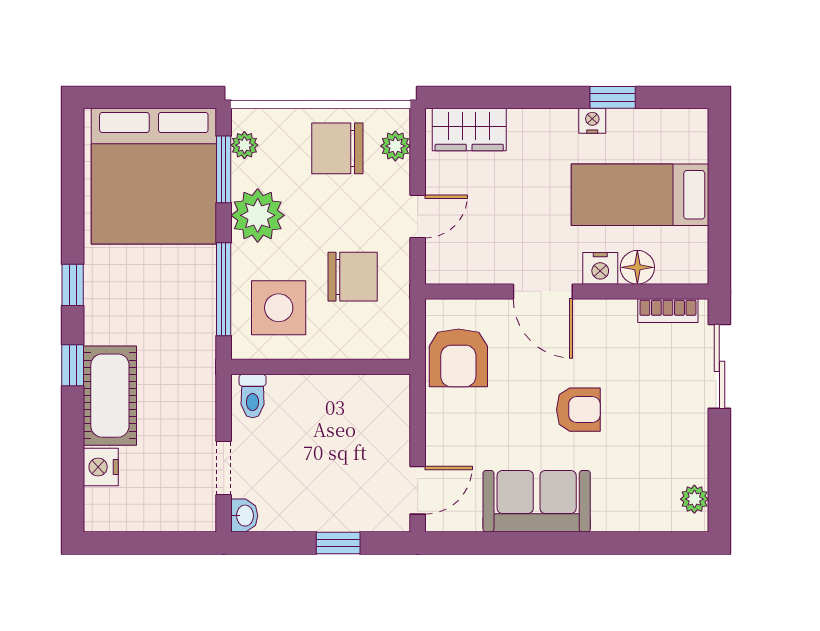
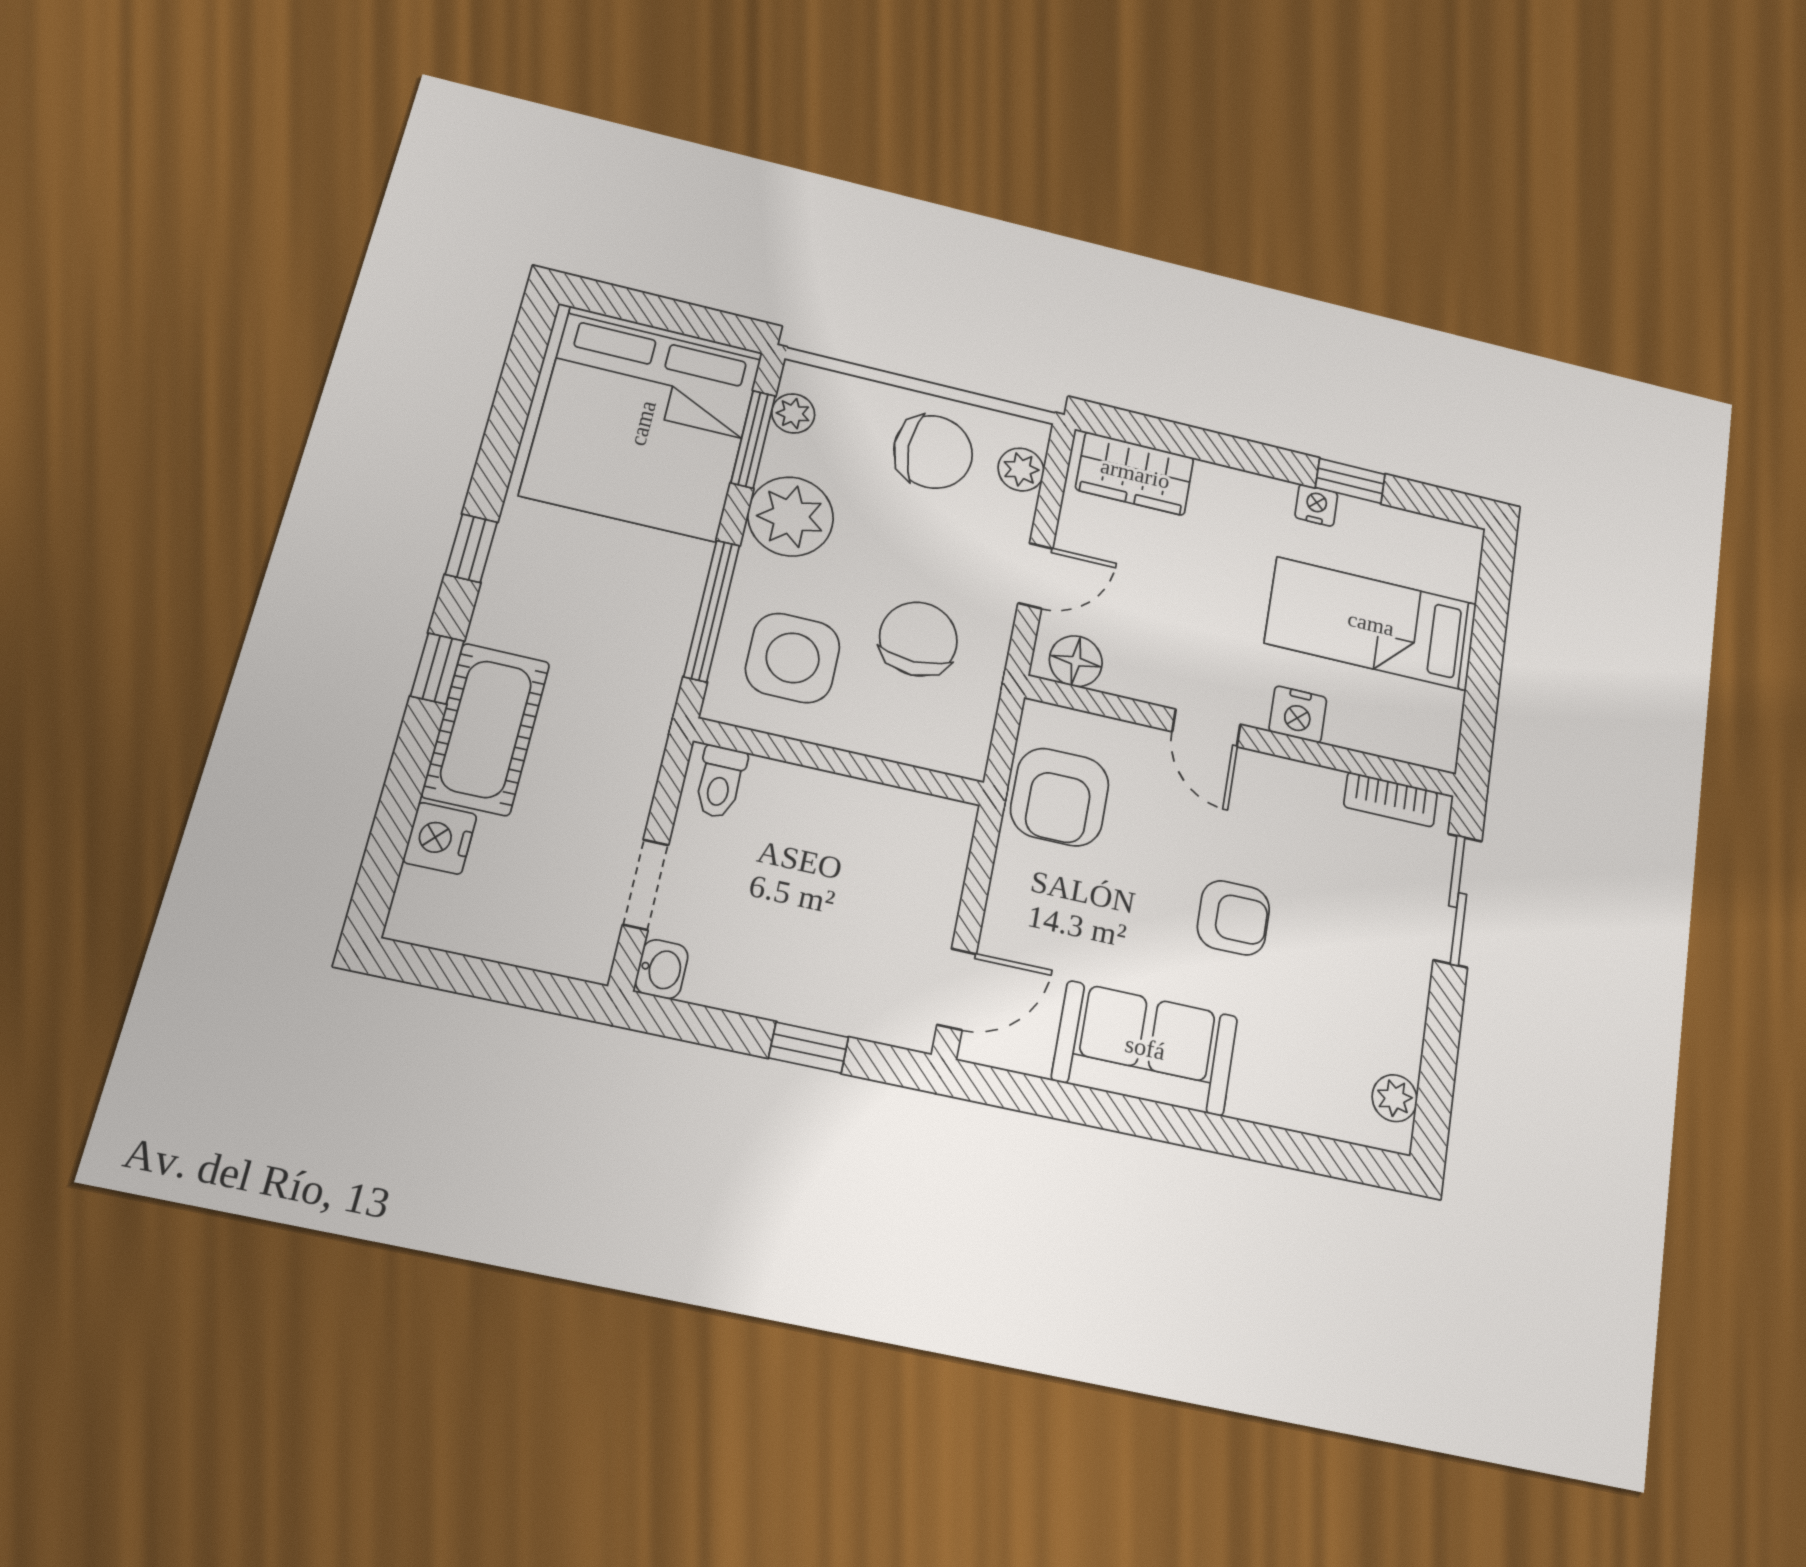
chair: (337, 148) -> (933, 452), turned 180
floor lamp: (637, 267) -> (1076, 661), moved
chair: (353, 277) -> (918, 639), turned -90
door: (543, 291) -> (1206, 728), width x0.73

